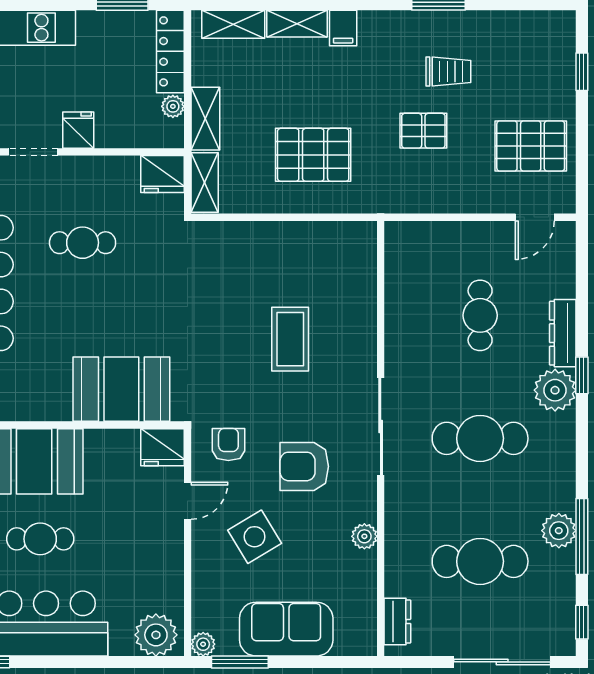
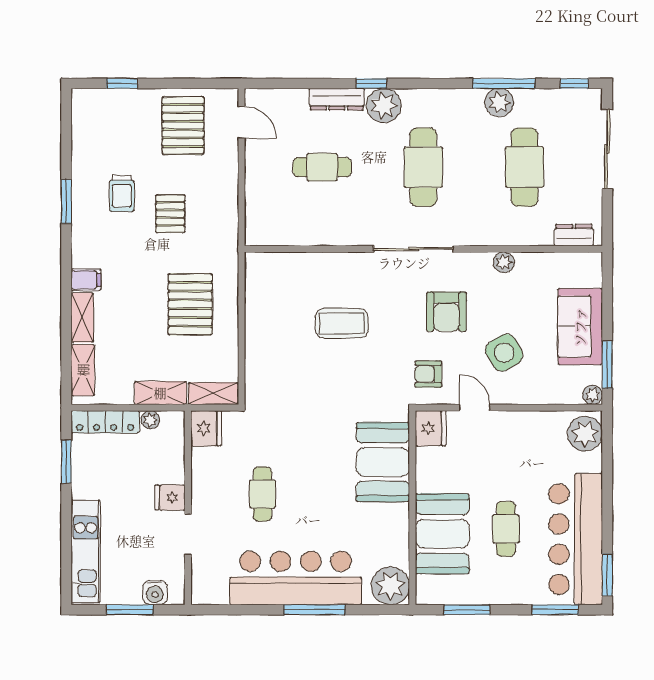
trolley: (448, 71) -> (122, 193), turned 180

